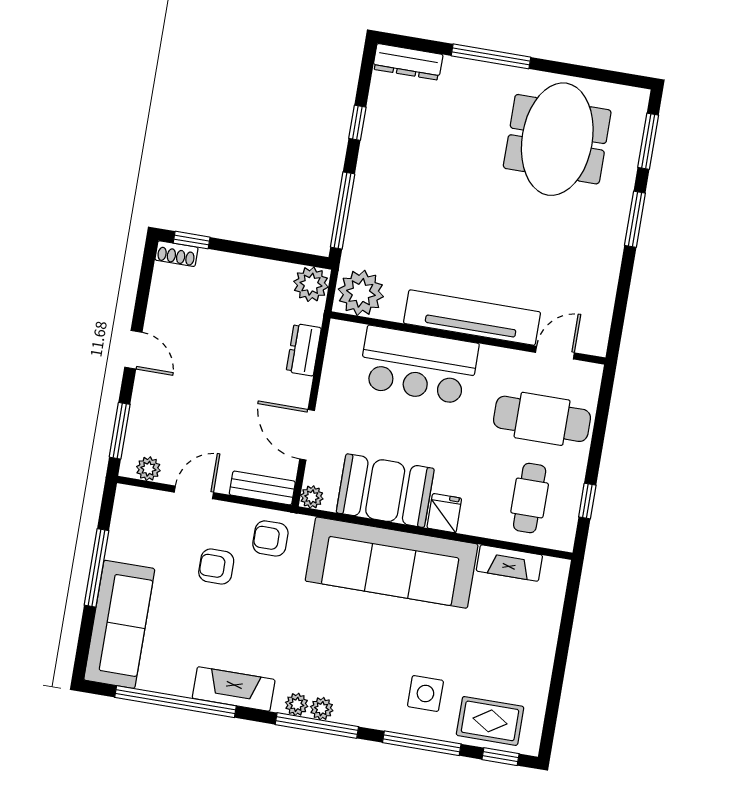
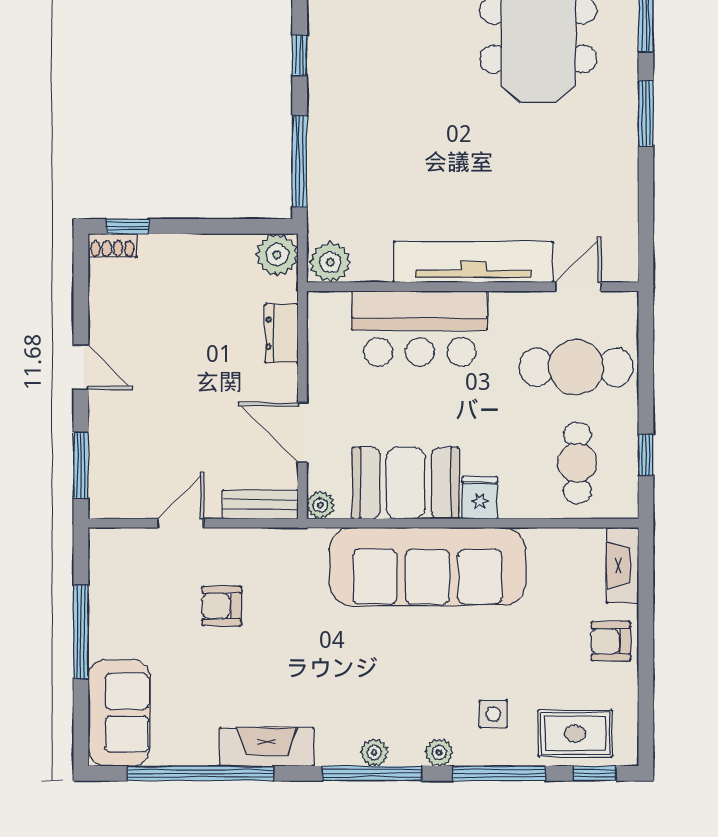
plant: (361, 293) -> (330, 262), width x0.73, depth x0.73
plant: (148, 469) -> (122, 504), removed
armchair: (270, 538) -> (611, 641), moved
fireplace: (509, 563) -> (623, 565), moved, turned 90
sofa: (119, 624) -> (119, 713), width x0.73
side table: (425, 693) -> (493, 714), width x0.73, depth x0.73
plant: (297, 704) -> (439, 753), moved

